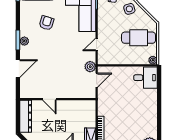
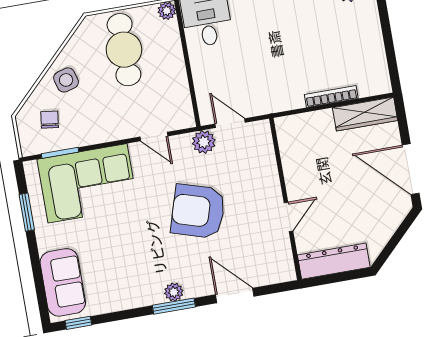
armchair: (47, 23) -> (198, 211), moved, width x1.88, depth x1.88

